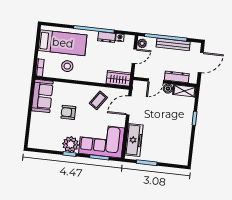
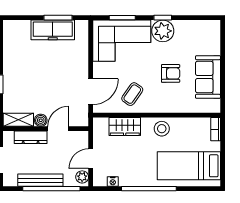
dresser: (107, 37) -> (131, 180), removed
stool: (67, 66) -> (162, 129), moved
wardrobe: (118, 78) -> (125, 127), moved
sofa: (42, 96) -> (208, 77), moved
freezer: (134, 140) -> (53, 30), moved, turned -90

